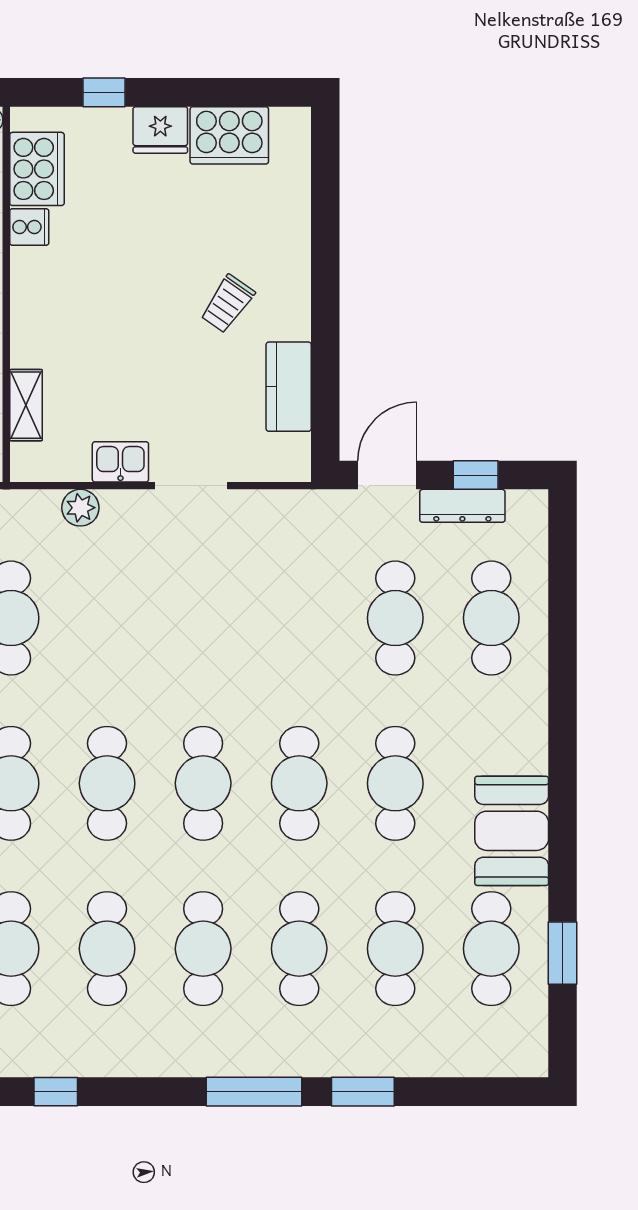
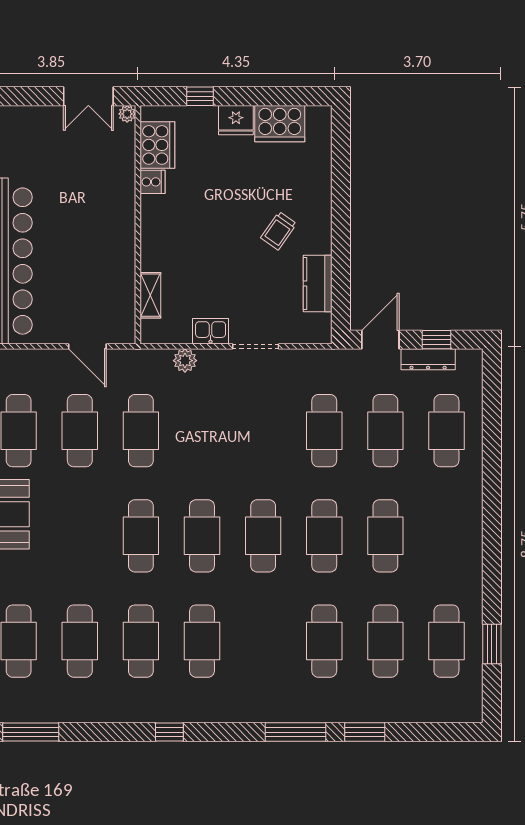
booth: (512, 831) -> (459, 566), removed
cafe table: (203, 949) -> (324, 431), moved

